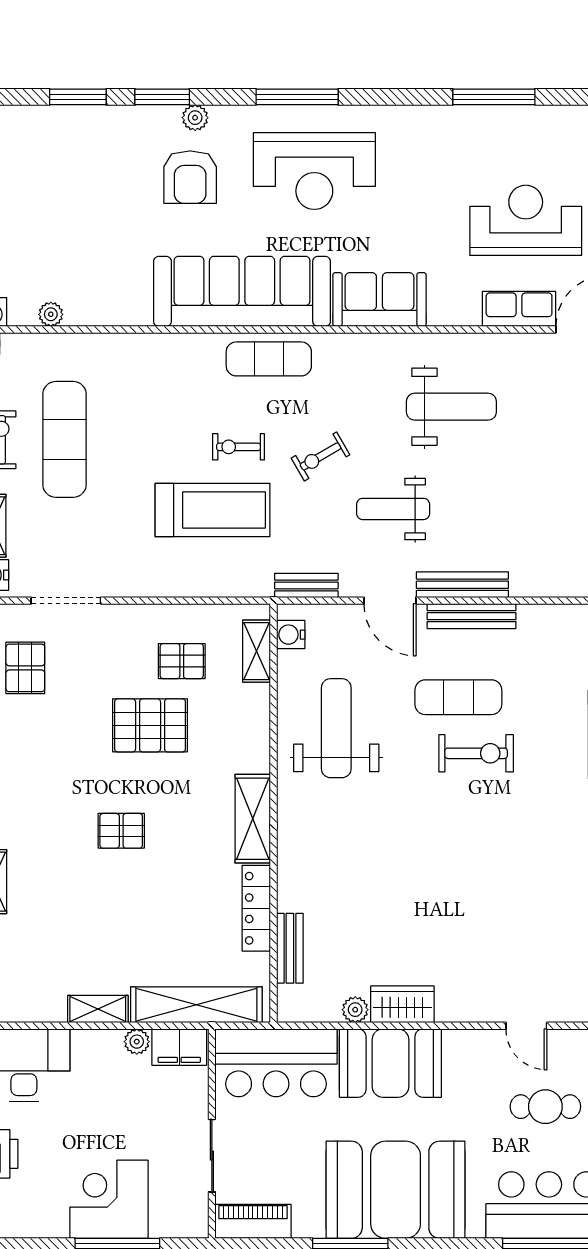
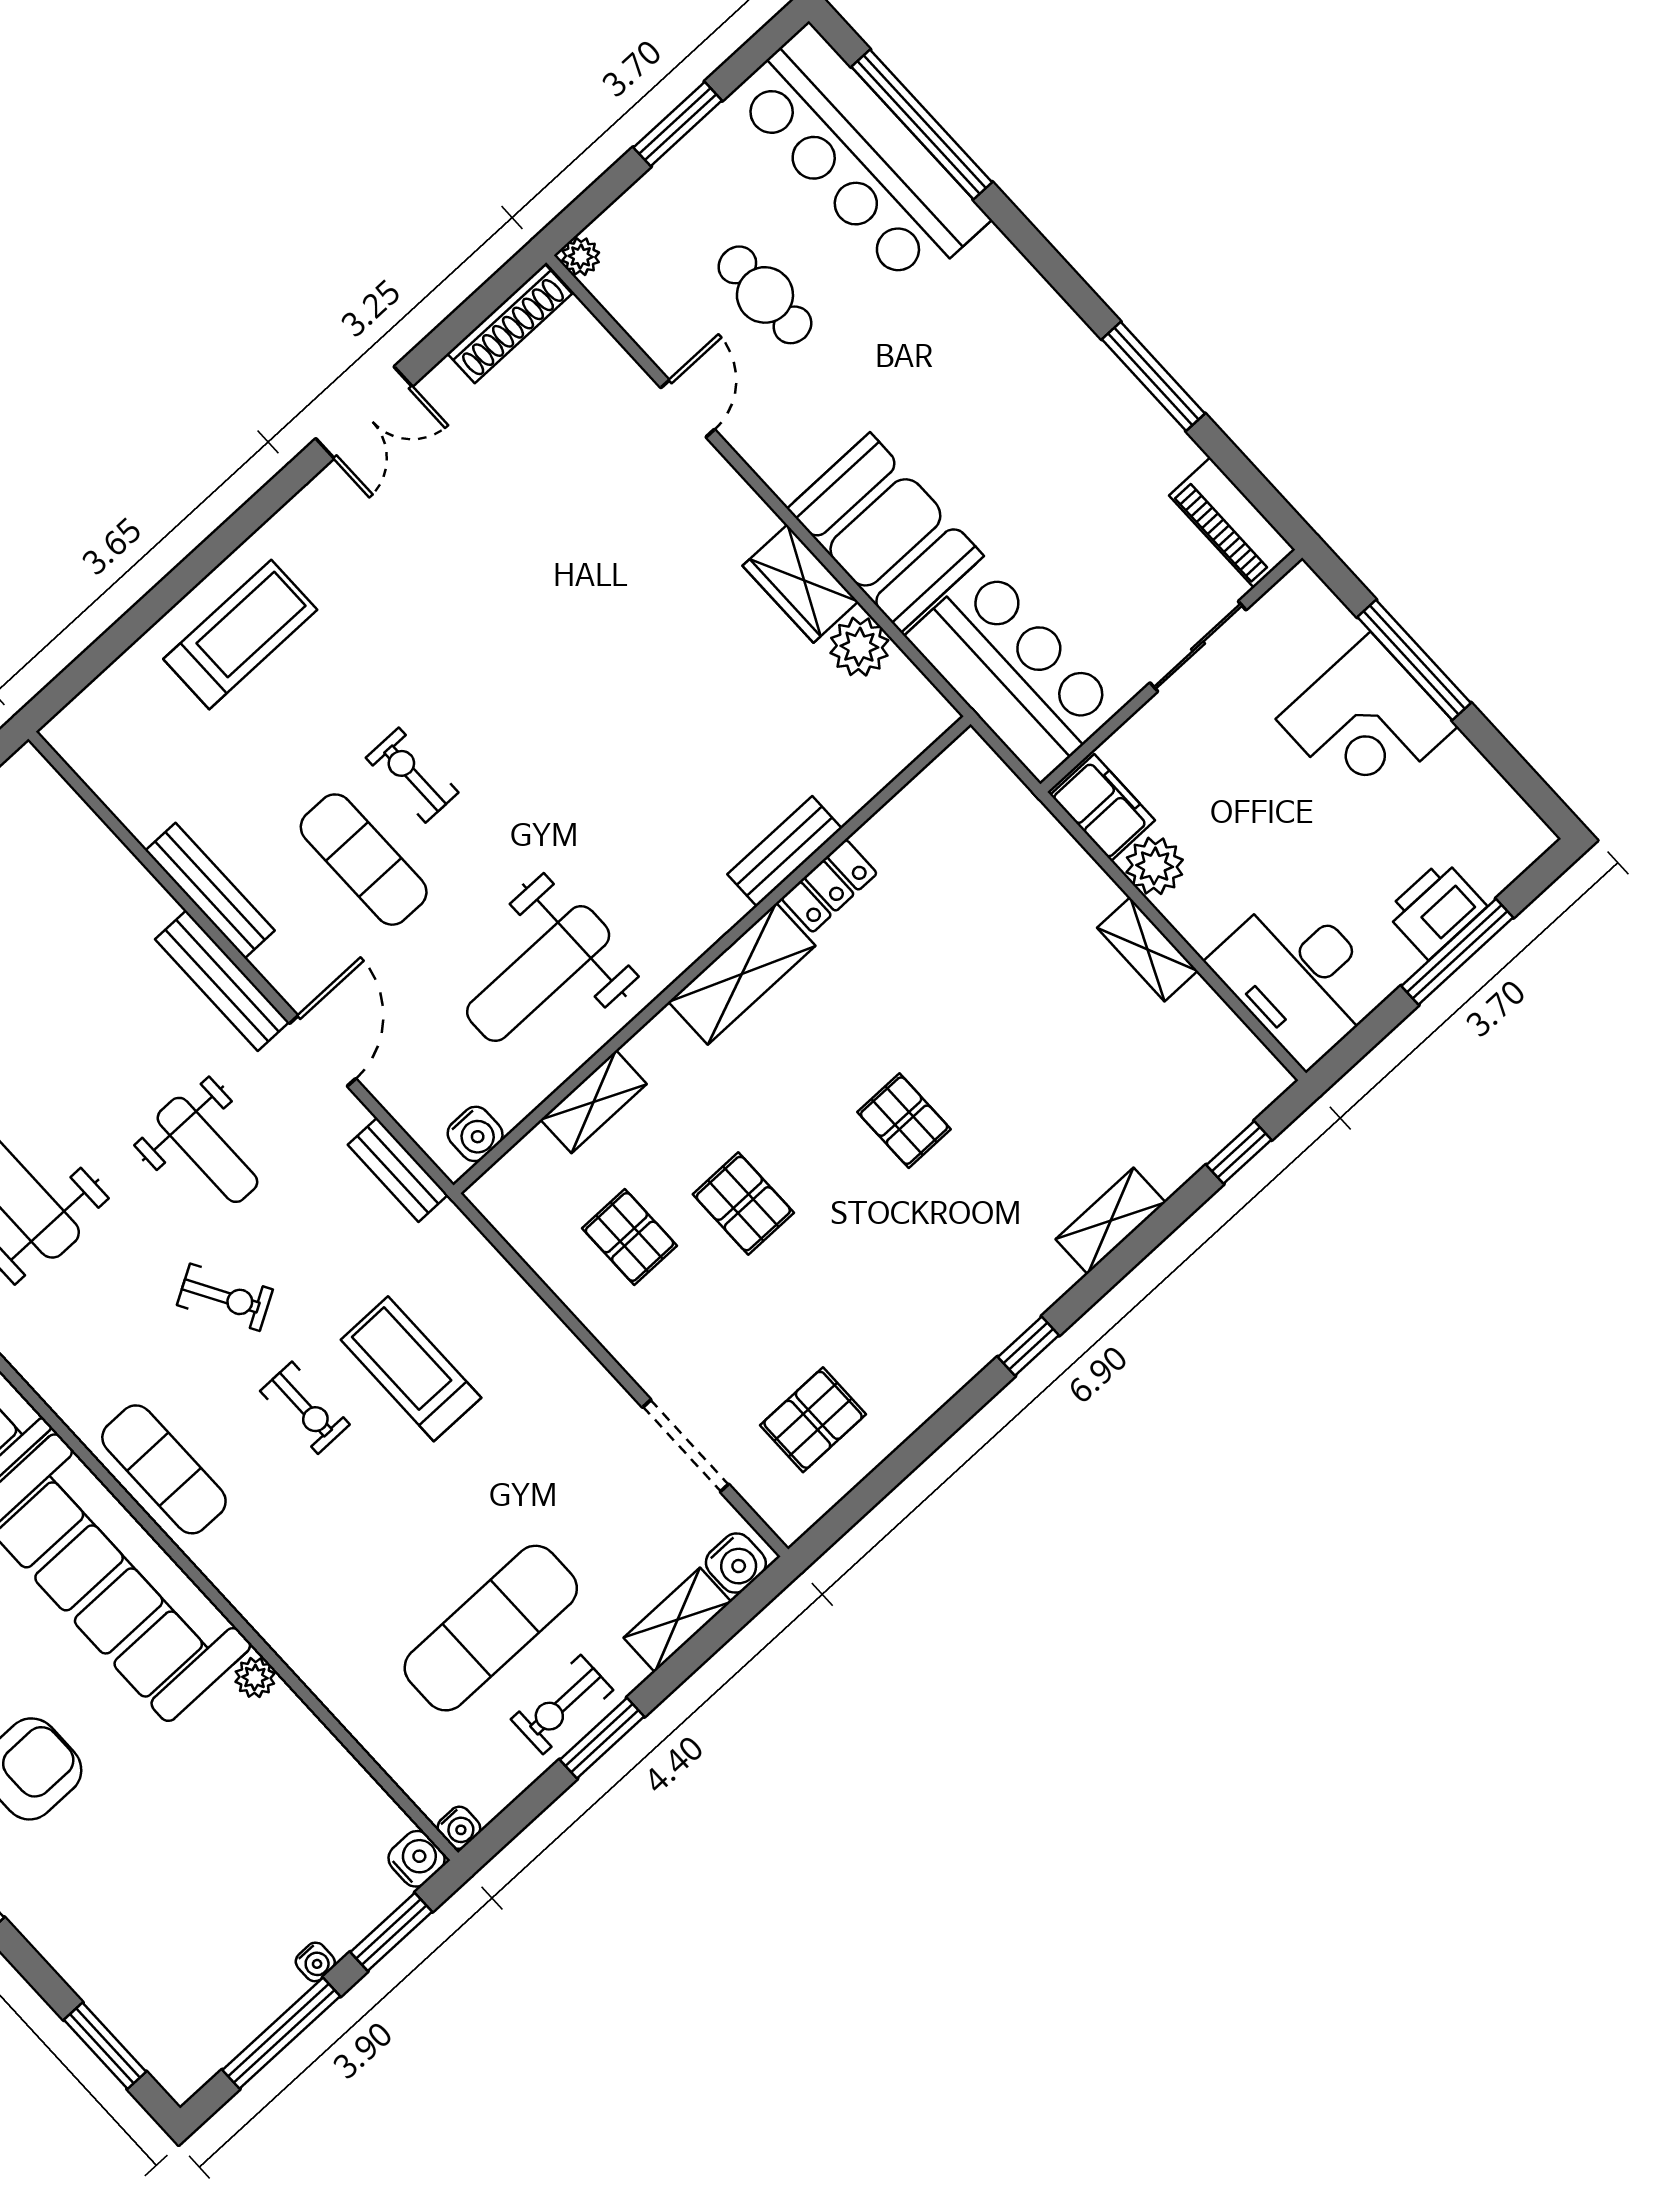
window: (78, 97) -> (105, 2046), moved
plant: (51, 314) -> (255, 1678), moved
treadmill: (213, 510) -> (411, 1369), width x0.73, depth x0.73
bench: (472, 616) -> (210, 891), moved
shelving: (257, 651) -> (594, 1102), moved
pallet: (150, 725) -> (743, 1204), width x0.67, depth x0.71
exercise bike: (476, 753) -> (412, 775), width x0.73, depth x0.72
locker: (256, 908) -> (829, 886), width x0.66
bench: (290, 948) -> (785, 851), moved
shelving: (196, 1005) -> (1032, 834), removed
plant: (355, 1010) -> (859, 647), width x1.38, depth x1.38
plant: (137, 1042) -> (1155, 866), width x1.38, depth x1.38
booth: (396, 1190) -> (1034, 384), removed

